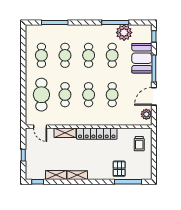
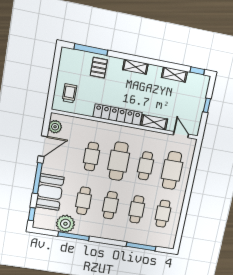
cafe table: (89, 95) -> (119, 161), width x1.37, depth x1.35
shelving: (77, 175) -> (135, 67), moved

